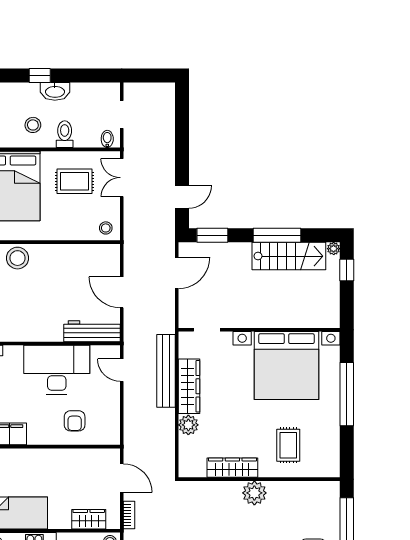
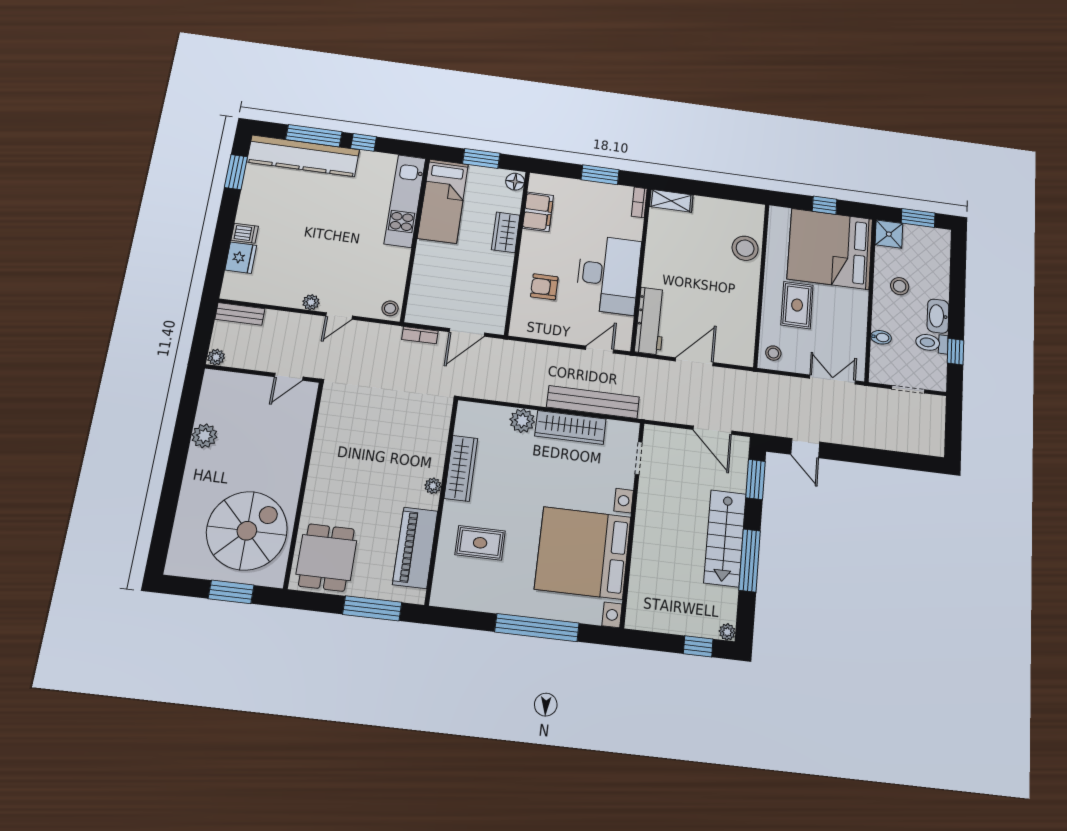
window: (40, 75) -> (955, 352), moved
toilet: (65, 134) -> (932, 343), moved, turned 180
bidet: (107, 139) -> (881, 337), moved
rug: (75, 181) -> (797, 305), moved
stairs: (289, 256) -> (725, 538), moved
plant: (254, 493) -> (433, 486), width x0.53, depth x0.53
piano: (298, 494) -> (415, 548), added
wardrobe: (89, 519) -> (506, 232), moved, turned 180

